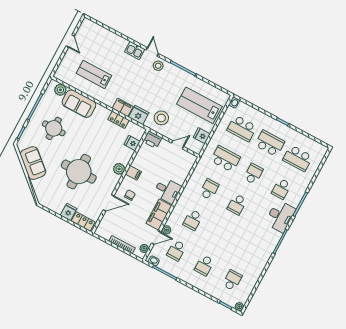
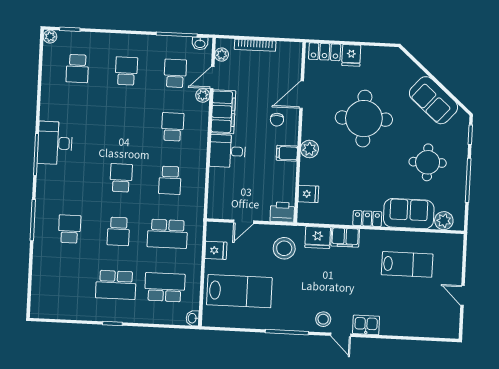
locker: (119, 120) -> (367, 218), moved
school desk: (298, 158) -> (67, 282), removed
desk: (280, 216) -> (55, 143), moved

